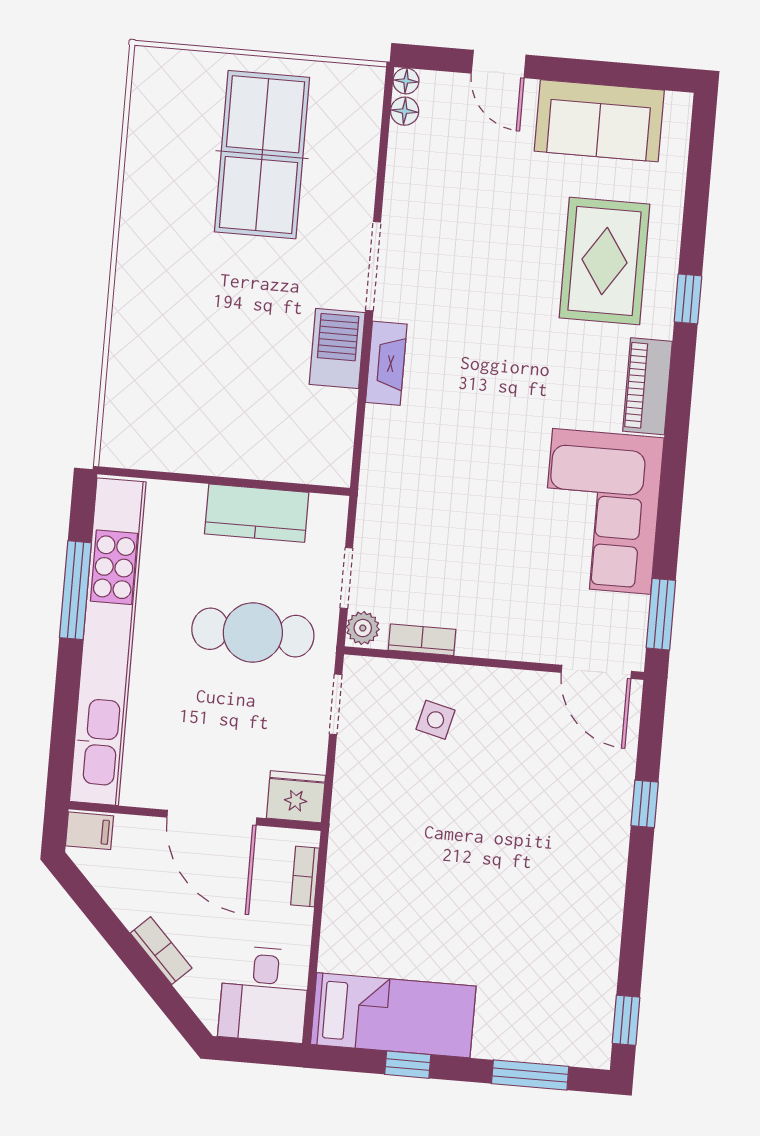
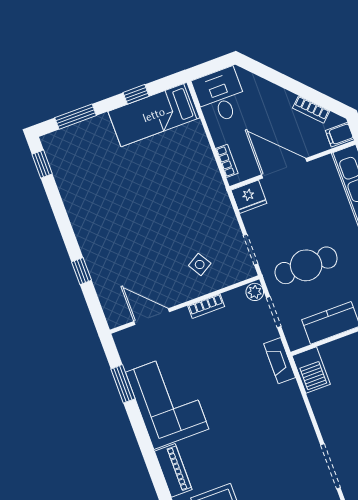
barbecue: (337, 349) -> (311, 370), moved
fireplace: (386, 363) -> (280, 361), moved
window: (661, 614) -> (123, 384), moved
bookcase: (422, 640) -> (206, 306), moved
door: (596, 672) -> (152, 317), moved
side table: (436, 720) -> (200, 264), turned 45
bookcase: (161, 951) -> (311, 109), moved

